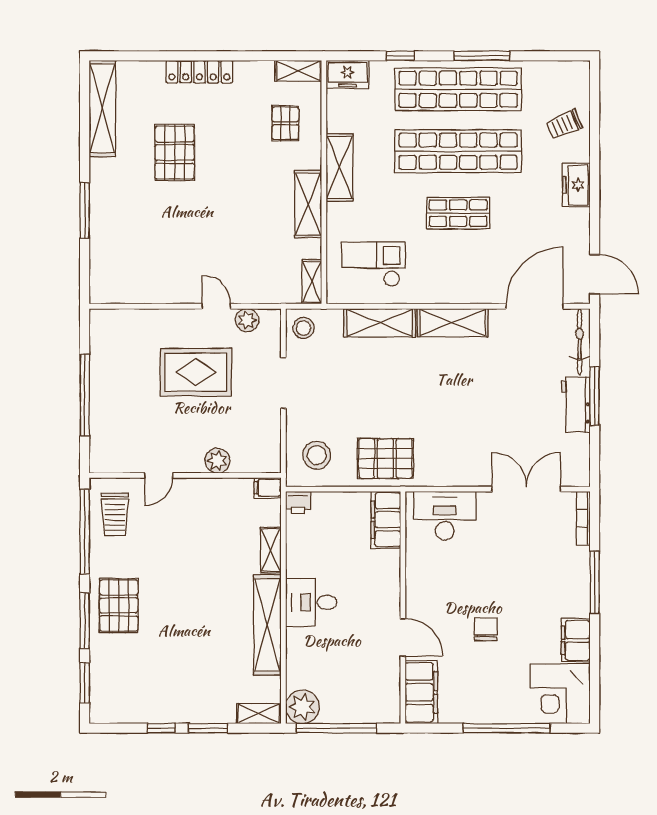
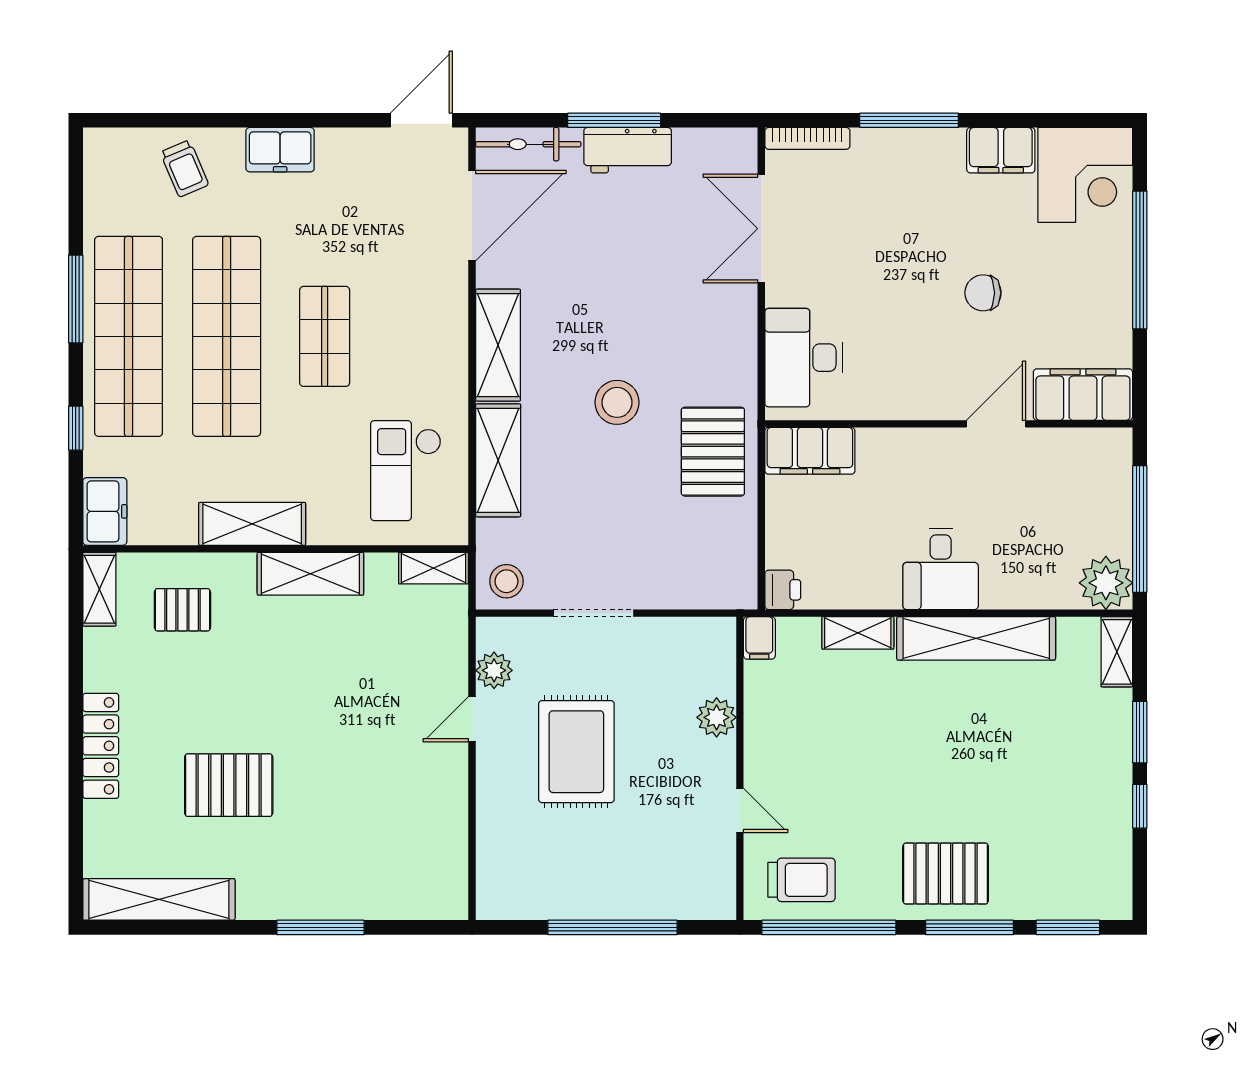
door: (534, 306) -> (472, 216), swing flipped
stool: (317, 455) -> (617, 402), moved

